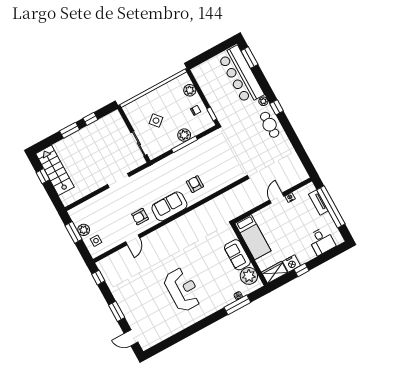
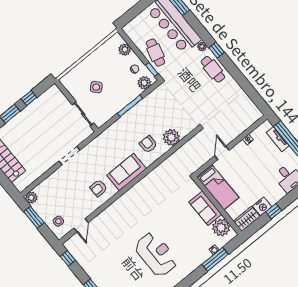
cafe table: (218, 99) -> (155, 53), added
plant: (184, 135) -> (144, 83), moved
plant: (218, 182) -> (171, 137), added
door: (277, 198) -> (222, 153), moved
plant: (84, 230) -> (31, 198), moved
door: (133, 240) -> (81, 225), moved

